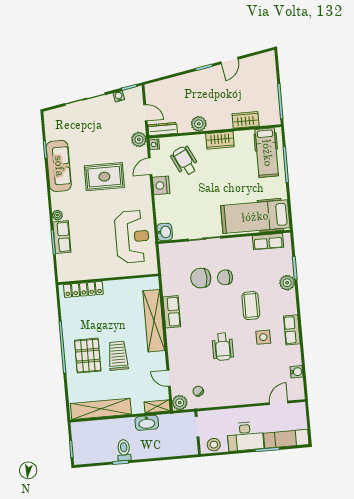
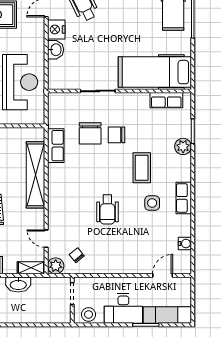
washbasin: (165, 232) -> (56, 50), moved
chair: (201, 278) -> (90, 133), turned -90
row of seats: (172, 312) -> (56, 146), moved

